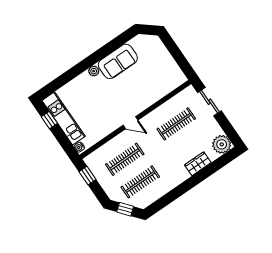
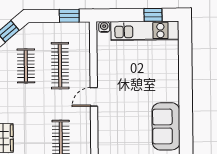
plant: (94, 71) -> (173, 95), removed
clothes rail: (140, 182) -> (26, 66), width x0.73

